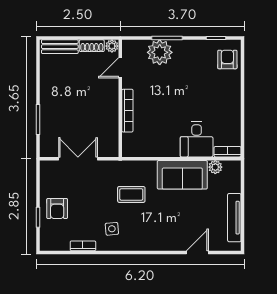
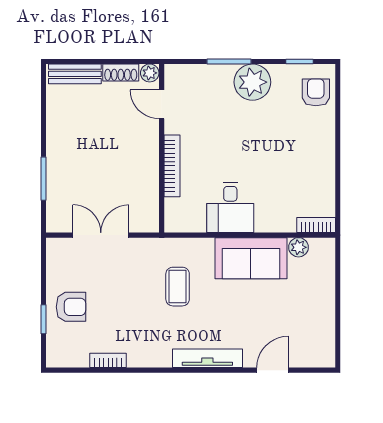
plant: (160, 52) -> (252, 82), moved
door: (120, 68) -> (162, 104), hinge flipped
desk: (197, 139) -> (230, 207), moved
coffee table: (131, 194) -> (178, 287), turned 90
armchair: (57, 209) -> (71, 307), turned -90
tv unit: (234, 218) -> (207, 358), moved, turned 90
side table: (112, 229) -> (150, 336), removed

